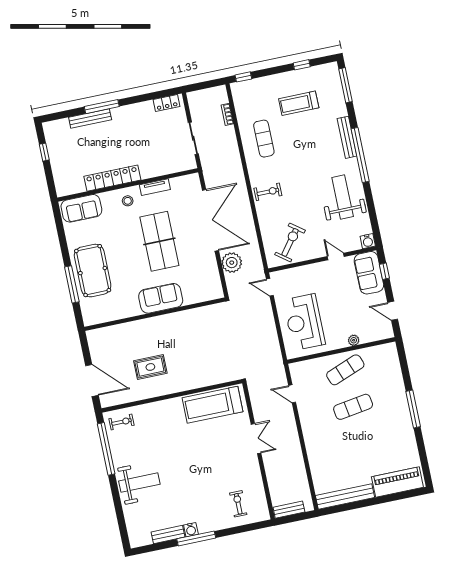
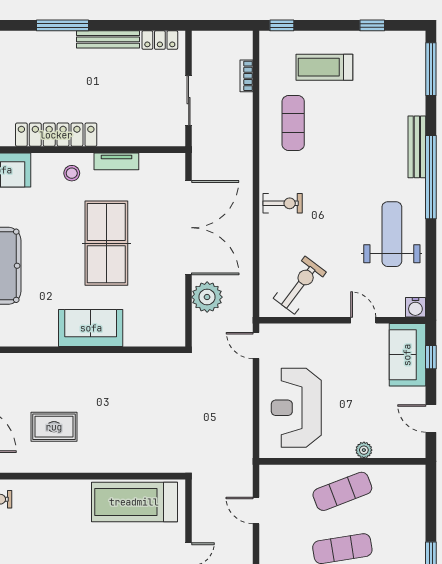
treadmill: (299, 103) -> (324, 67), moved
bench: (90, 118) -> (108, 39), moved

